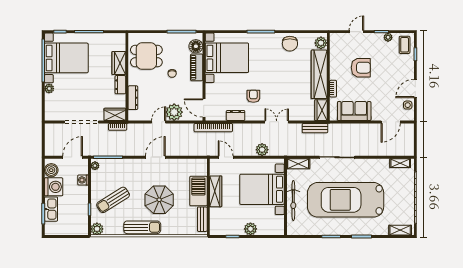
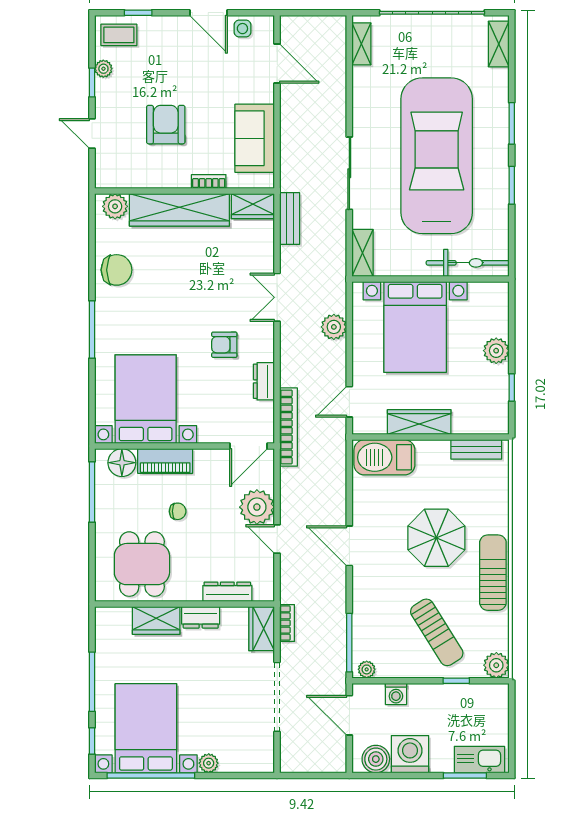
barbecue: (198, 191) -> (384, 457), moved
car: (346, 200) -> (437, 156), turned 180
bicycle: (293, 201) -> (468, 263), moved
kitchen sink: (51, 209) -> (479, 760), moved

